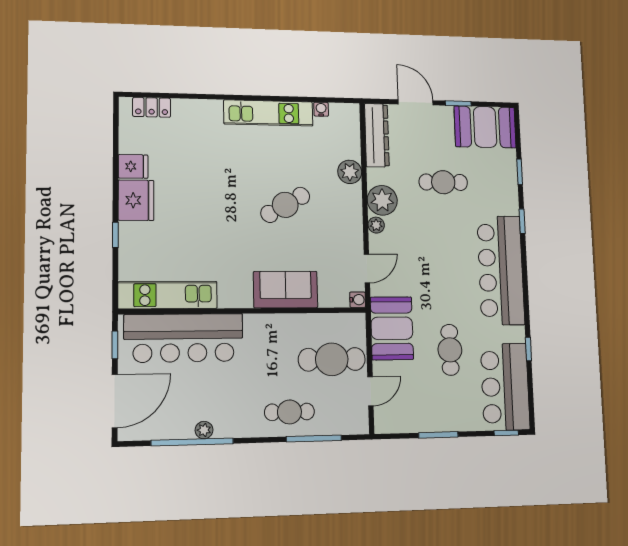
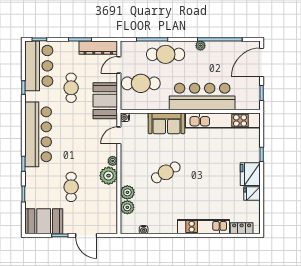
kitchen unit: (268, 113) -> (204, 227), moved
dresser: (377, 135) -> (98, 48), moved, turned -90
plant: (349, 147) -> (127, 207), added
cafe table: (443, 182) -> (71, 187), turned 90
kitchen unit: (168, 295) -> (223, 120), width x1.36
bar counter: (184, 338) -> (202, 96), moved
cafe table: (289, 412) -> (166, 54), width x1.37, depth x1.35
plant: (204, 430) -> (200, 46), moved

